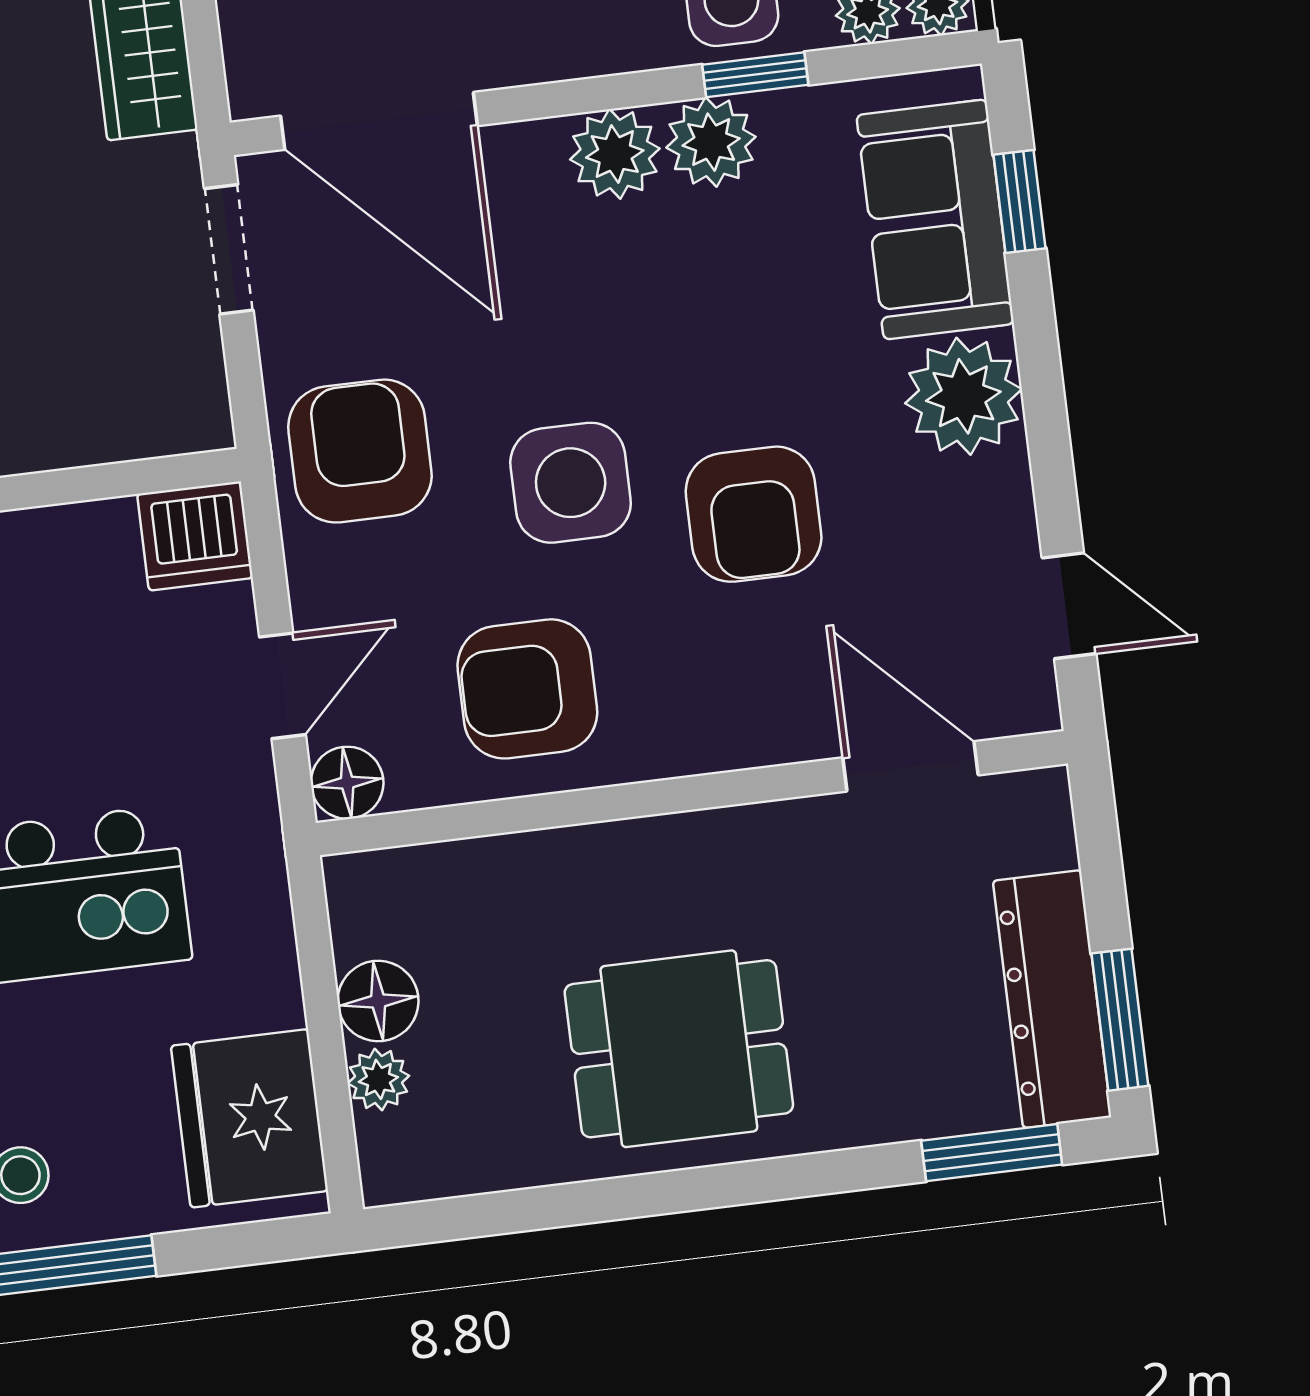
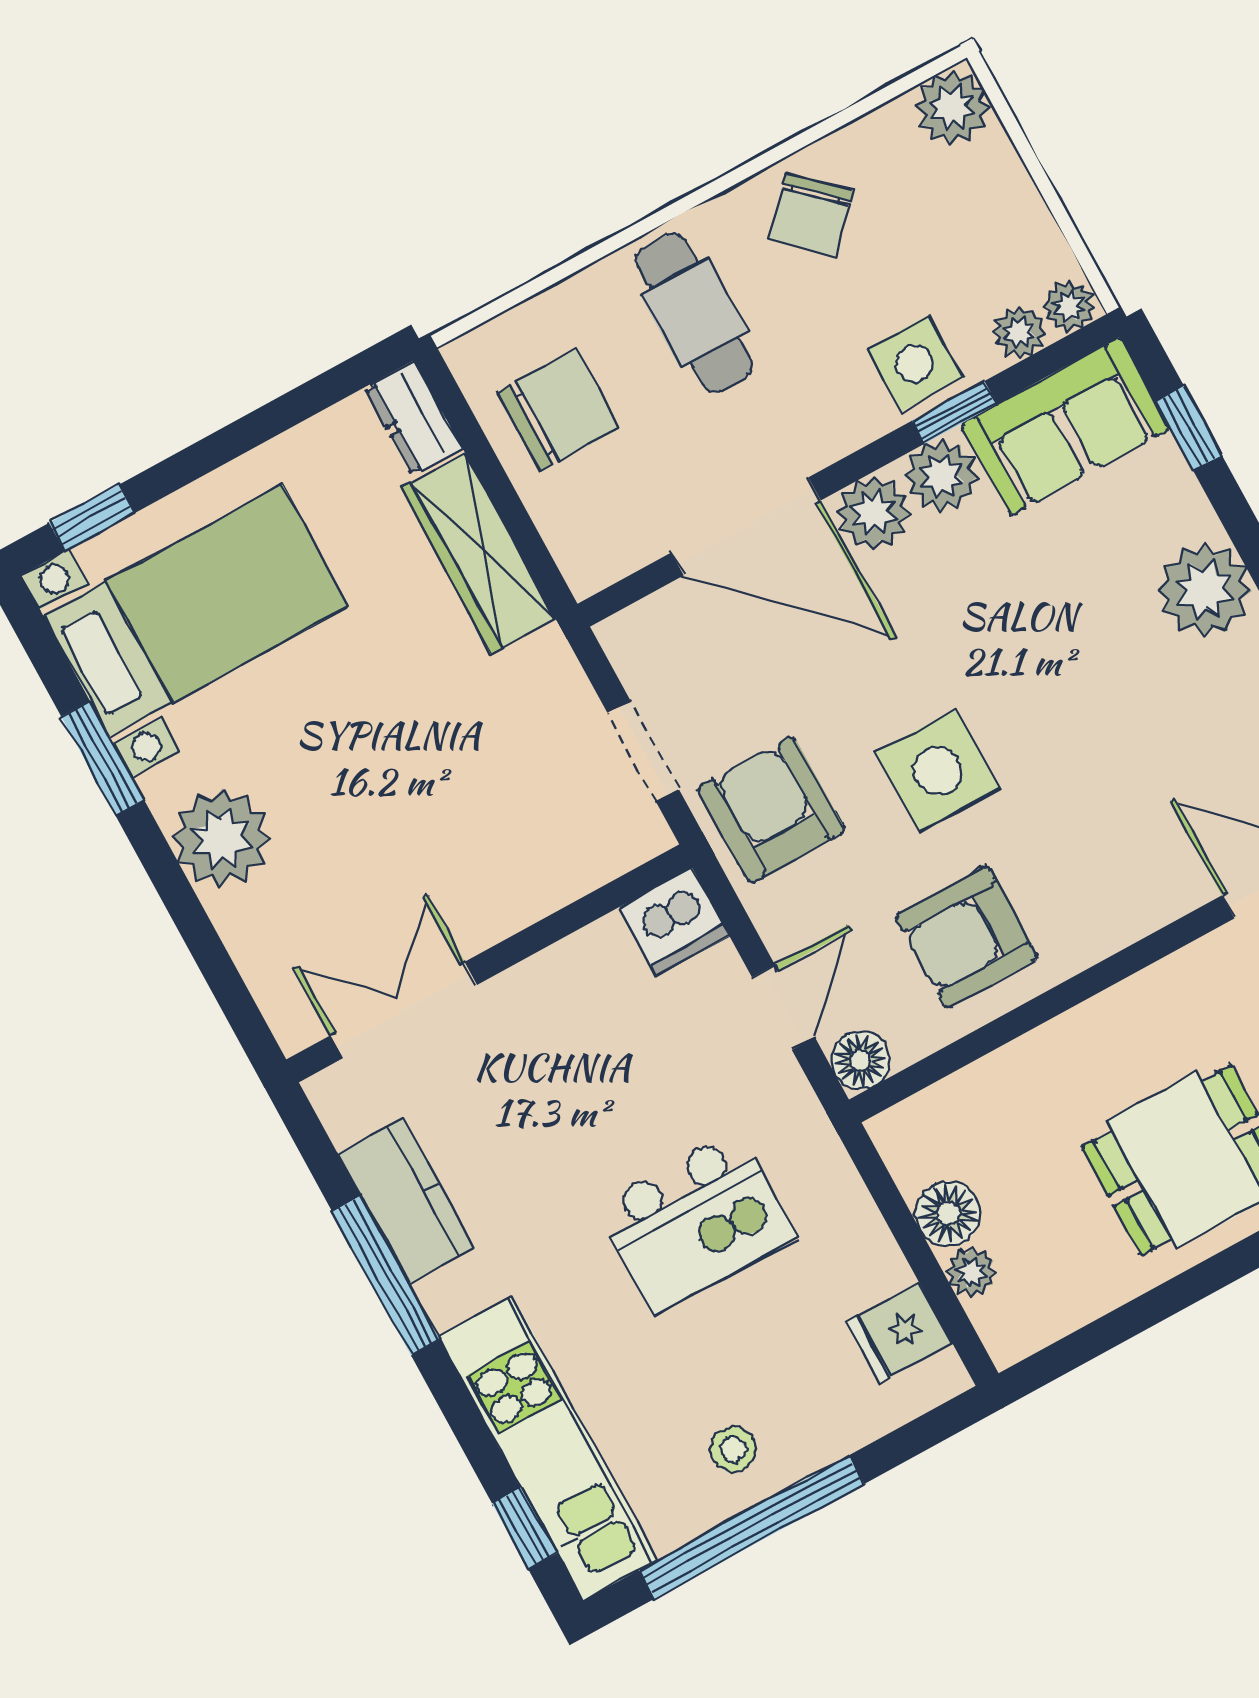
door: (379, 121) -> (746, 526), moved
sofa: (935, 219) -> (1065, 426), moved, turned -90
doorway: (229, 249) -> (643, 751), moved
armchair: (754, 514) -> (1083, 740), removed
fridge: (249, 1118) -> (899, 1332), width x0.53, depth x0.75

